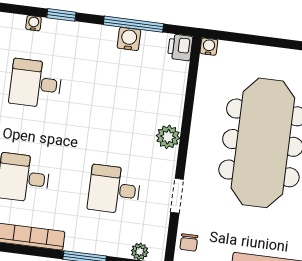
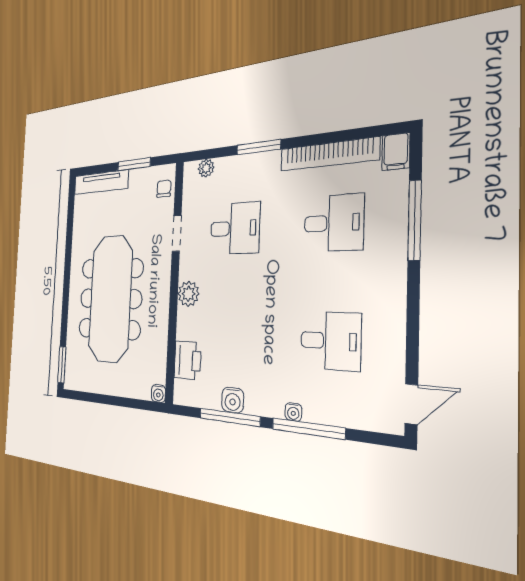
window: (61, 15) -> (308, 428), width x2.17
water cooler: (34, 23) -> (293, 412), moved
printer: (180, 47) -> (187, 360), moved, width x1.36, depth x1.24

